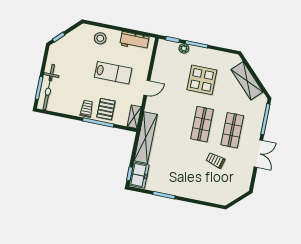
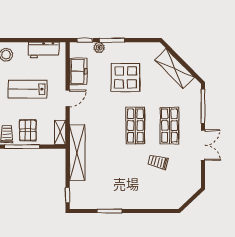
lab bench: (113, 73) -> (28, 89), turned 180
freezer: (139, 175) -> (78, 71), moved

